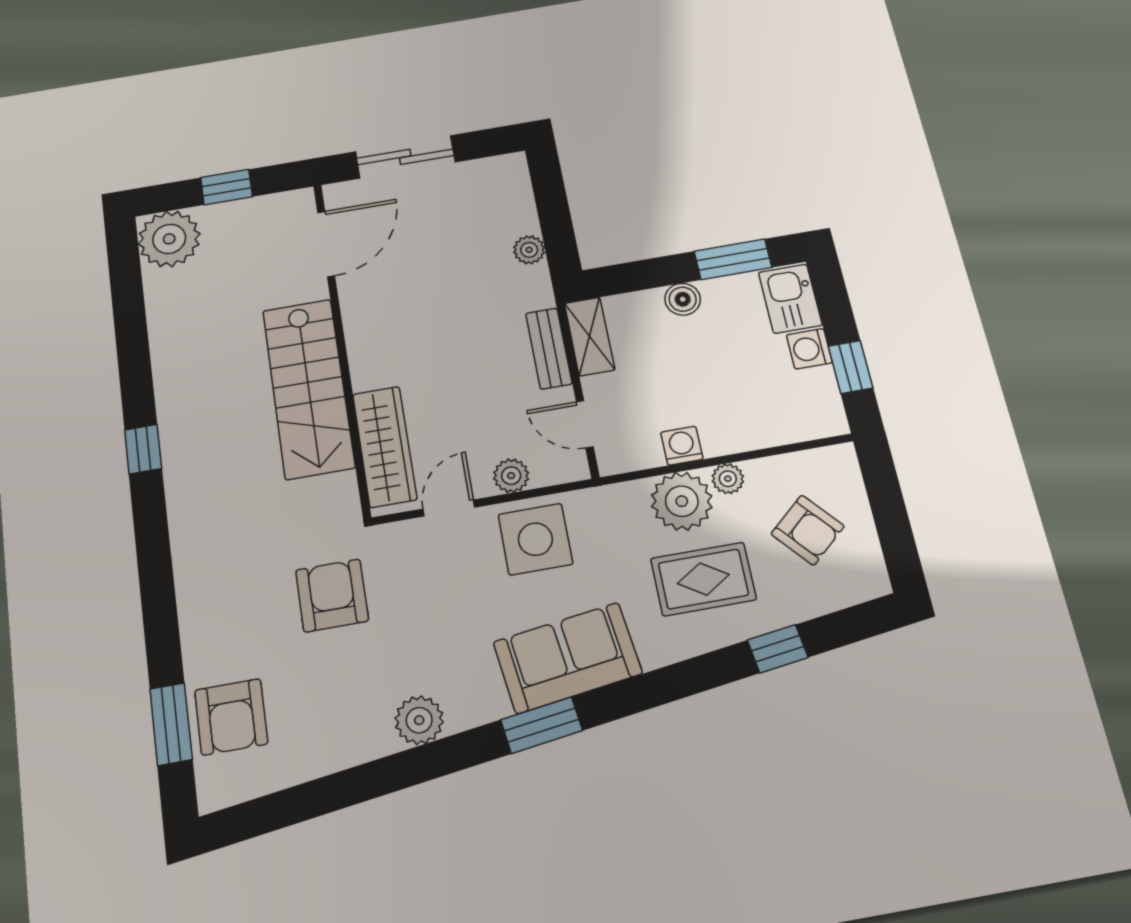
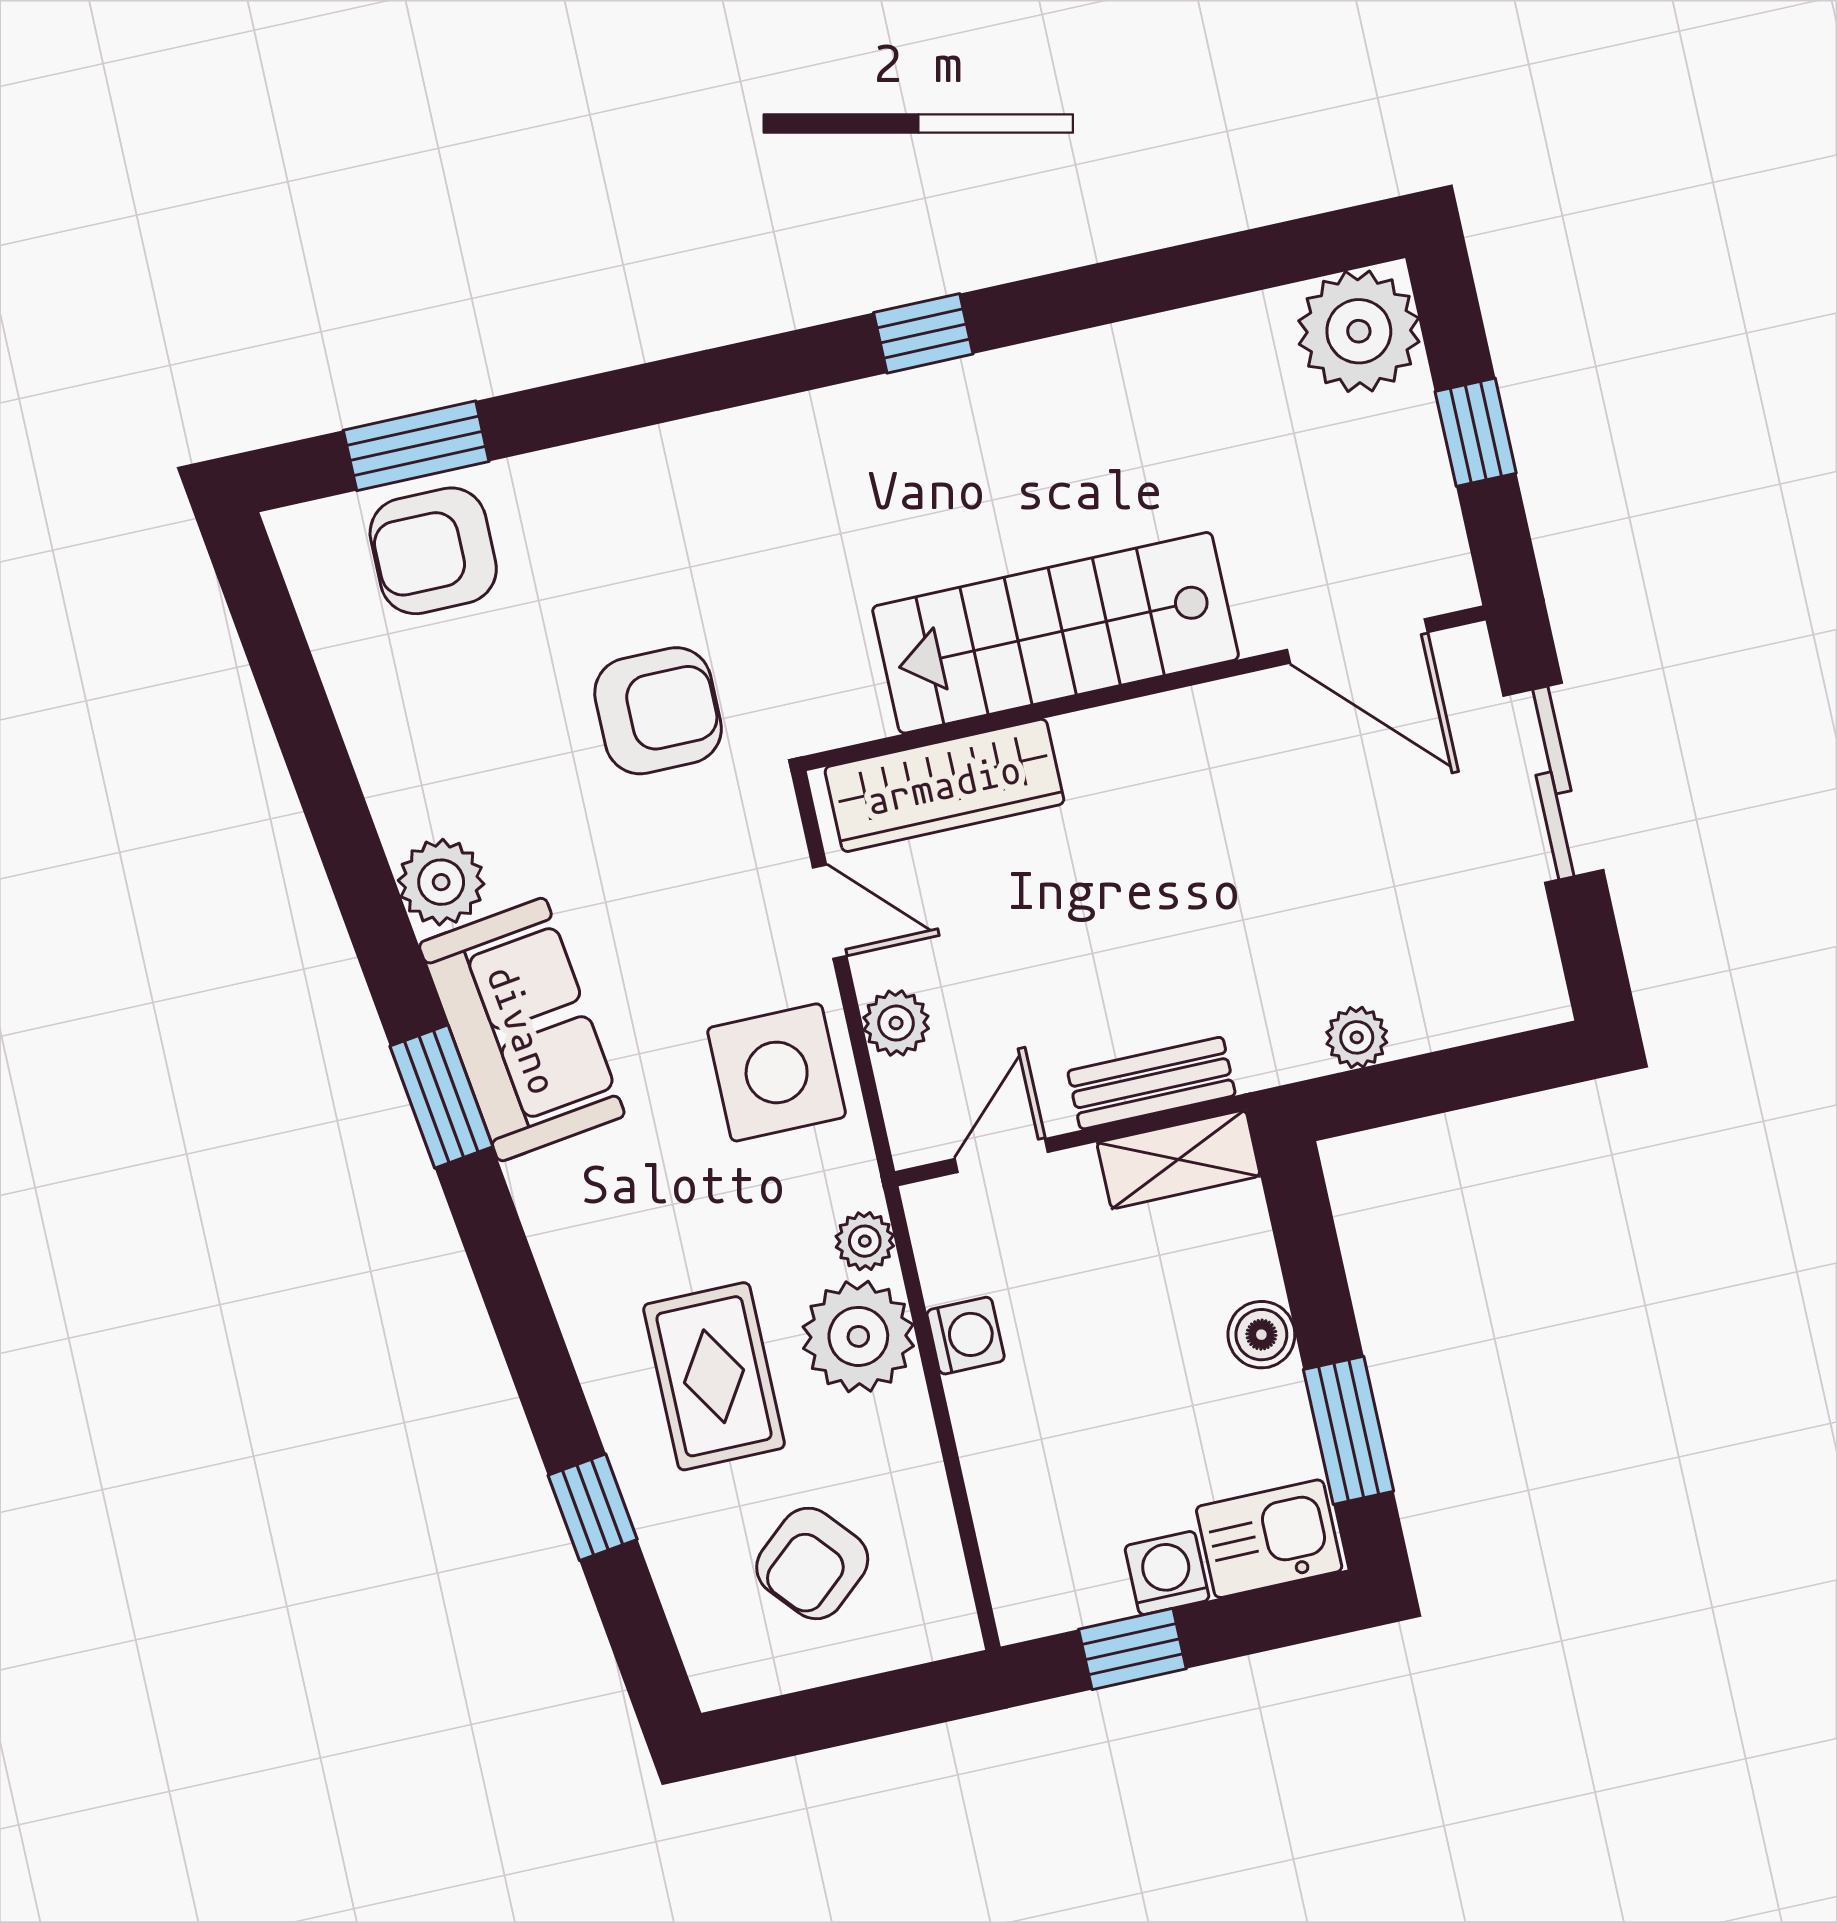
plant: (728, 479) -> (865, 1241), moved
sofa: (568, 658) -> (522, 1030), moved

